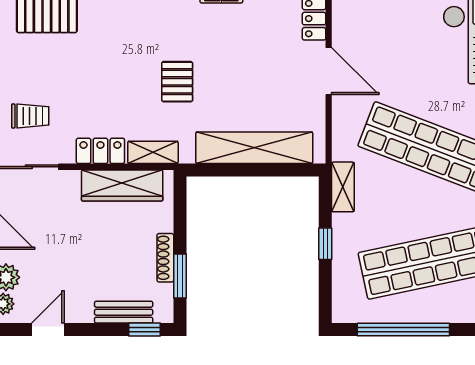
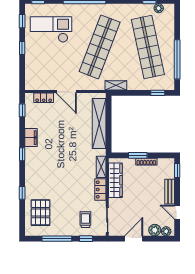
door: (329, 71) -> (66, 92), swing flipped
pallet: (177, 82) -> (71, 157), removed
window: (325, 244) -> (158, 93), moved
window: (180, 276) -> (138, 155), moved
bench: (124, 312) -> (170, 192), moved

